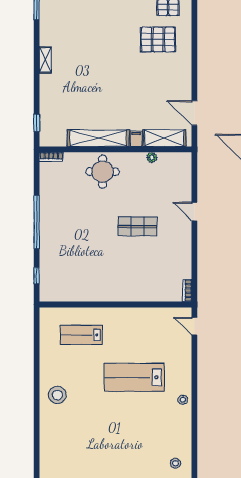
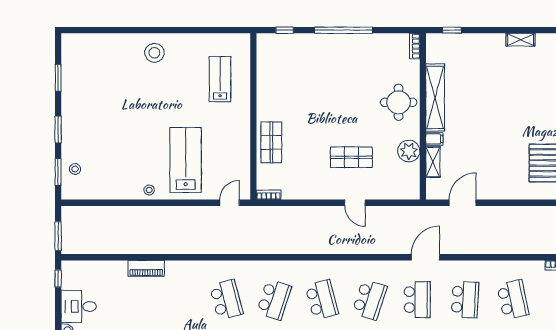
shelving: (164, 138) -> (433, 162), width x0.67, depth x0.75
plant: (152, 158) -> (409, 151), width x1.88, depth x1.88
door: (194, 212) -> (355, 203), swing flipped
shop shelf: (137, 226) -> (351, 157), moved, turned 90
shop shelf: (139, 288) -> (271, 142), added
lab bench: (134, 377) -> (186, 160), moved
stool: (175, 463) -> (75, 169), moved

